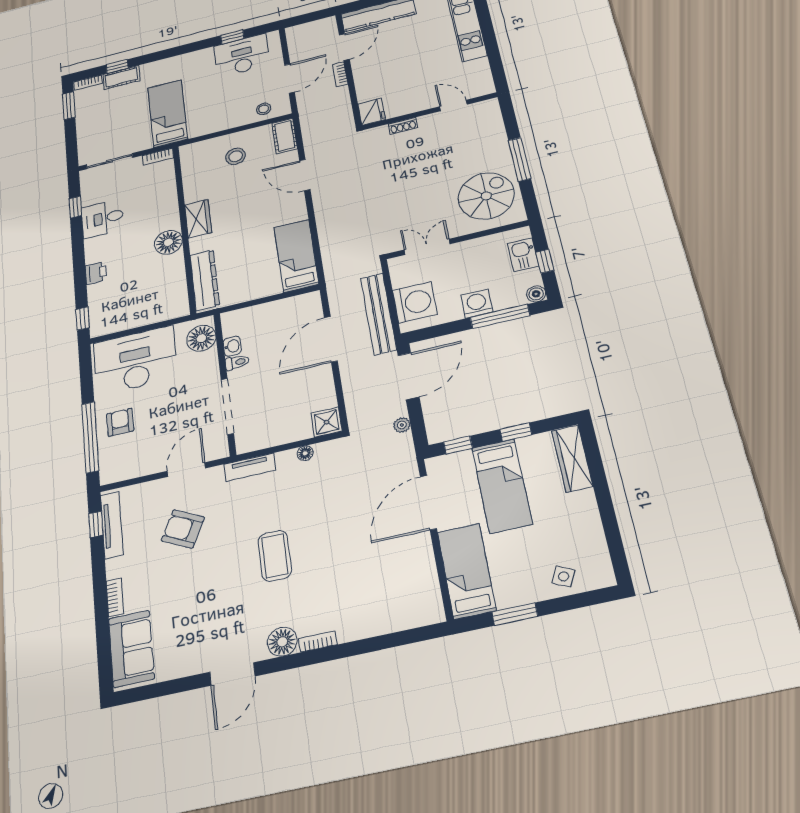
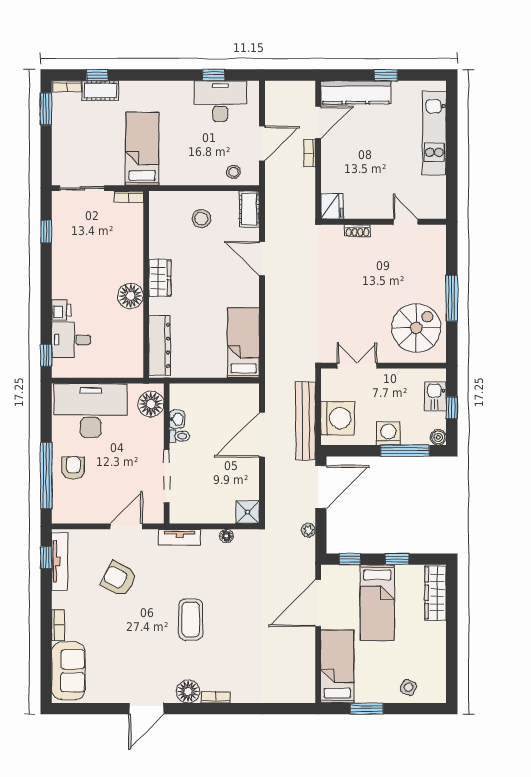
desk: (102, 219) -> (71, 340), moved

